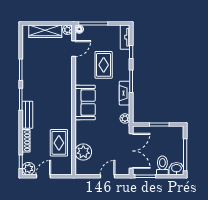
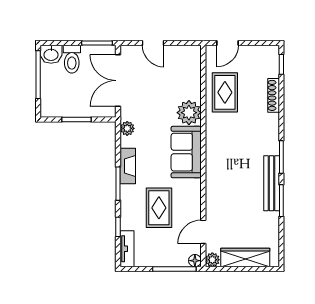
bench: (27, 115) -> (272, 183), moved, width x1.36
plant: (83, 152) -> (189, 113), moved
plant: (28, 169) -> (270, 54), removed
door: (43, 176) -> (228, 43), moved
door: (108, 176) -> (153, 43), hinge flipped

